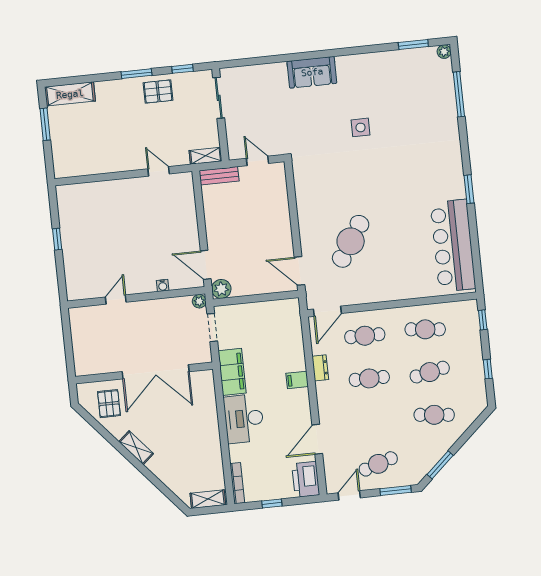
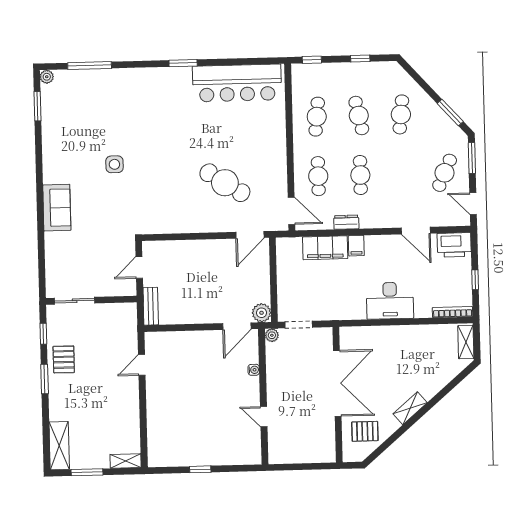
shelving: (206, 156) -> (126, 461), moved, turned 90
filing cabinet: (232, 372) -> (325, 248), moved, turned 180
cafe table: (378, 464) -> (445, 173), turned 42

